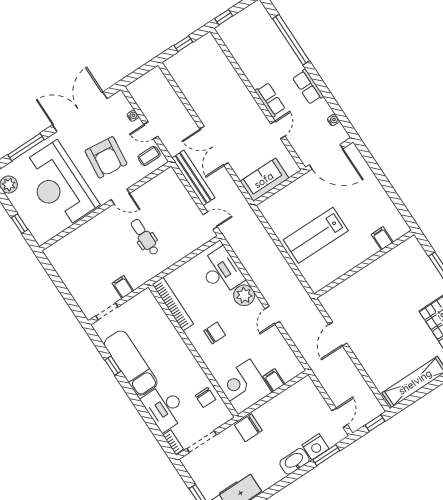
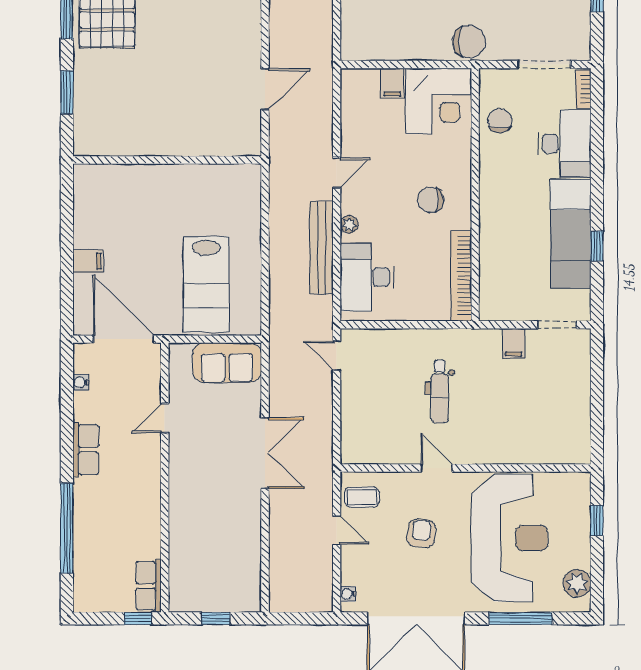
row of seats: (270, 100) -> (148, 586), moved
water cooler: (133, 116) -> (348, 594), moved
armchair: (106, 157) -> (421, 534), width x0.53, depth x0.53
bench: (193, 178) -> (322, 248), moved
lab bench: (316, 235) -> (206, 284), moved, turned 90
filing cabinet: (382, 238) -> (88, 261), moved, turned -90
plant: (244, 295) -> (349, 224), width x0.53, depth x0.53

